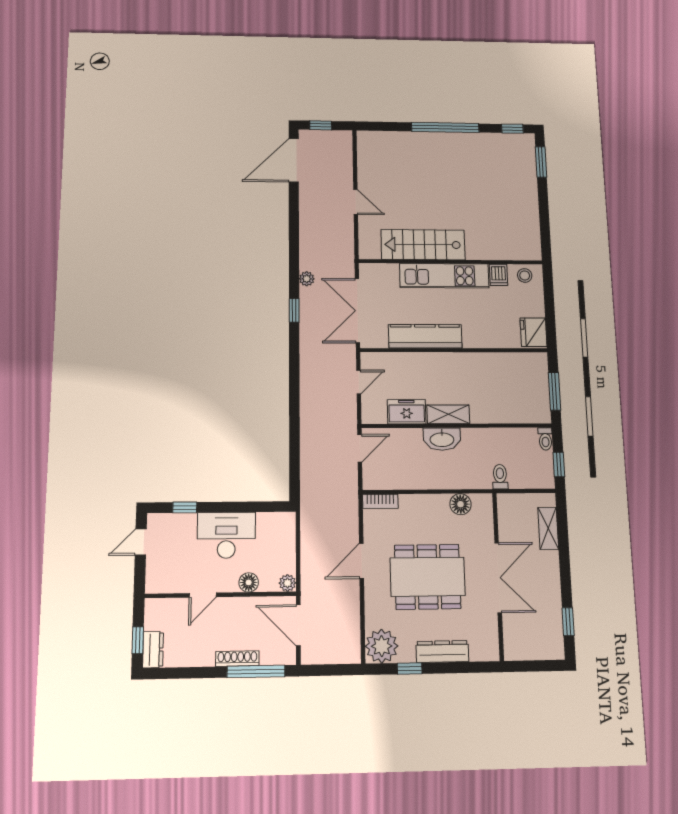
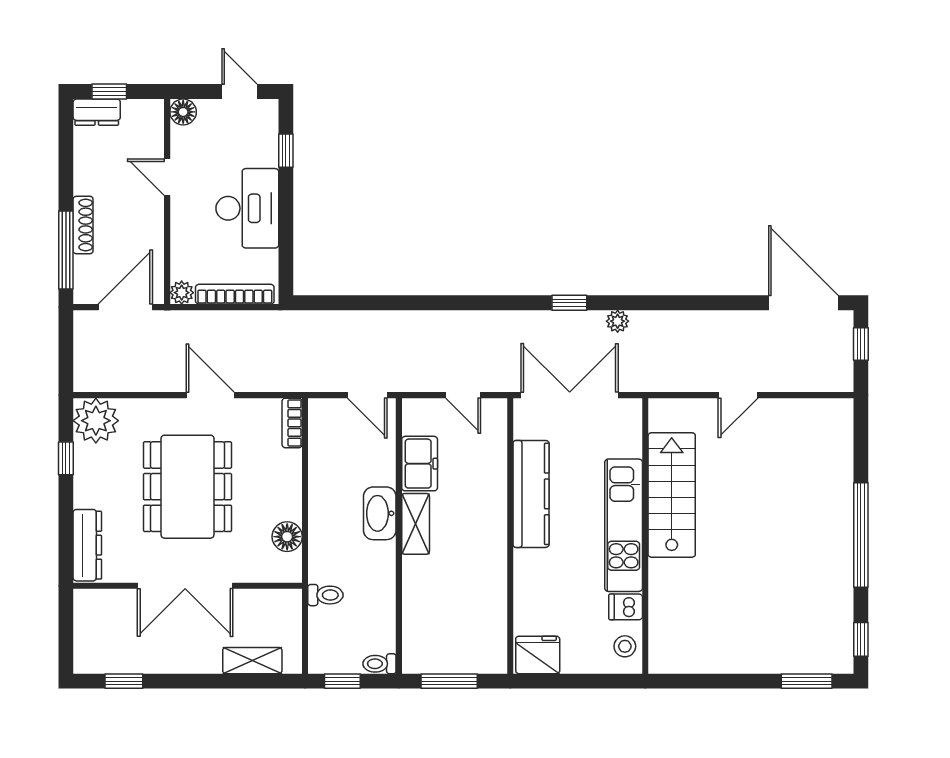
bookcase: (289, 544) -> (235, 294), added
floor lamp: (249, 582) -> (183, 112), moved
dresser: (442, 651) -> (87, 545), moved

